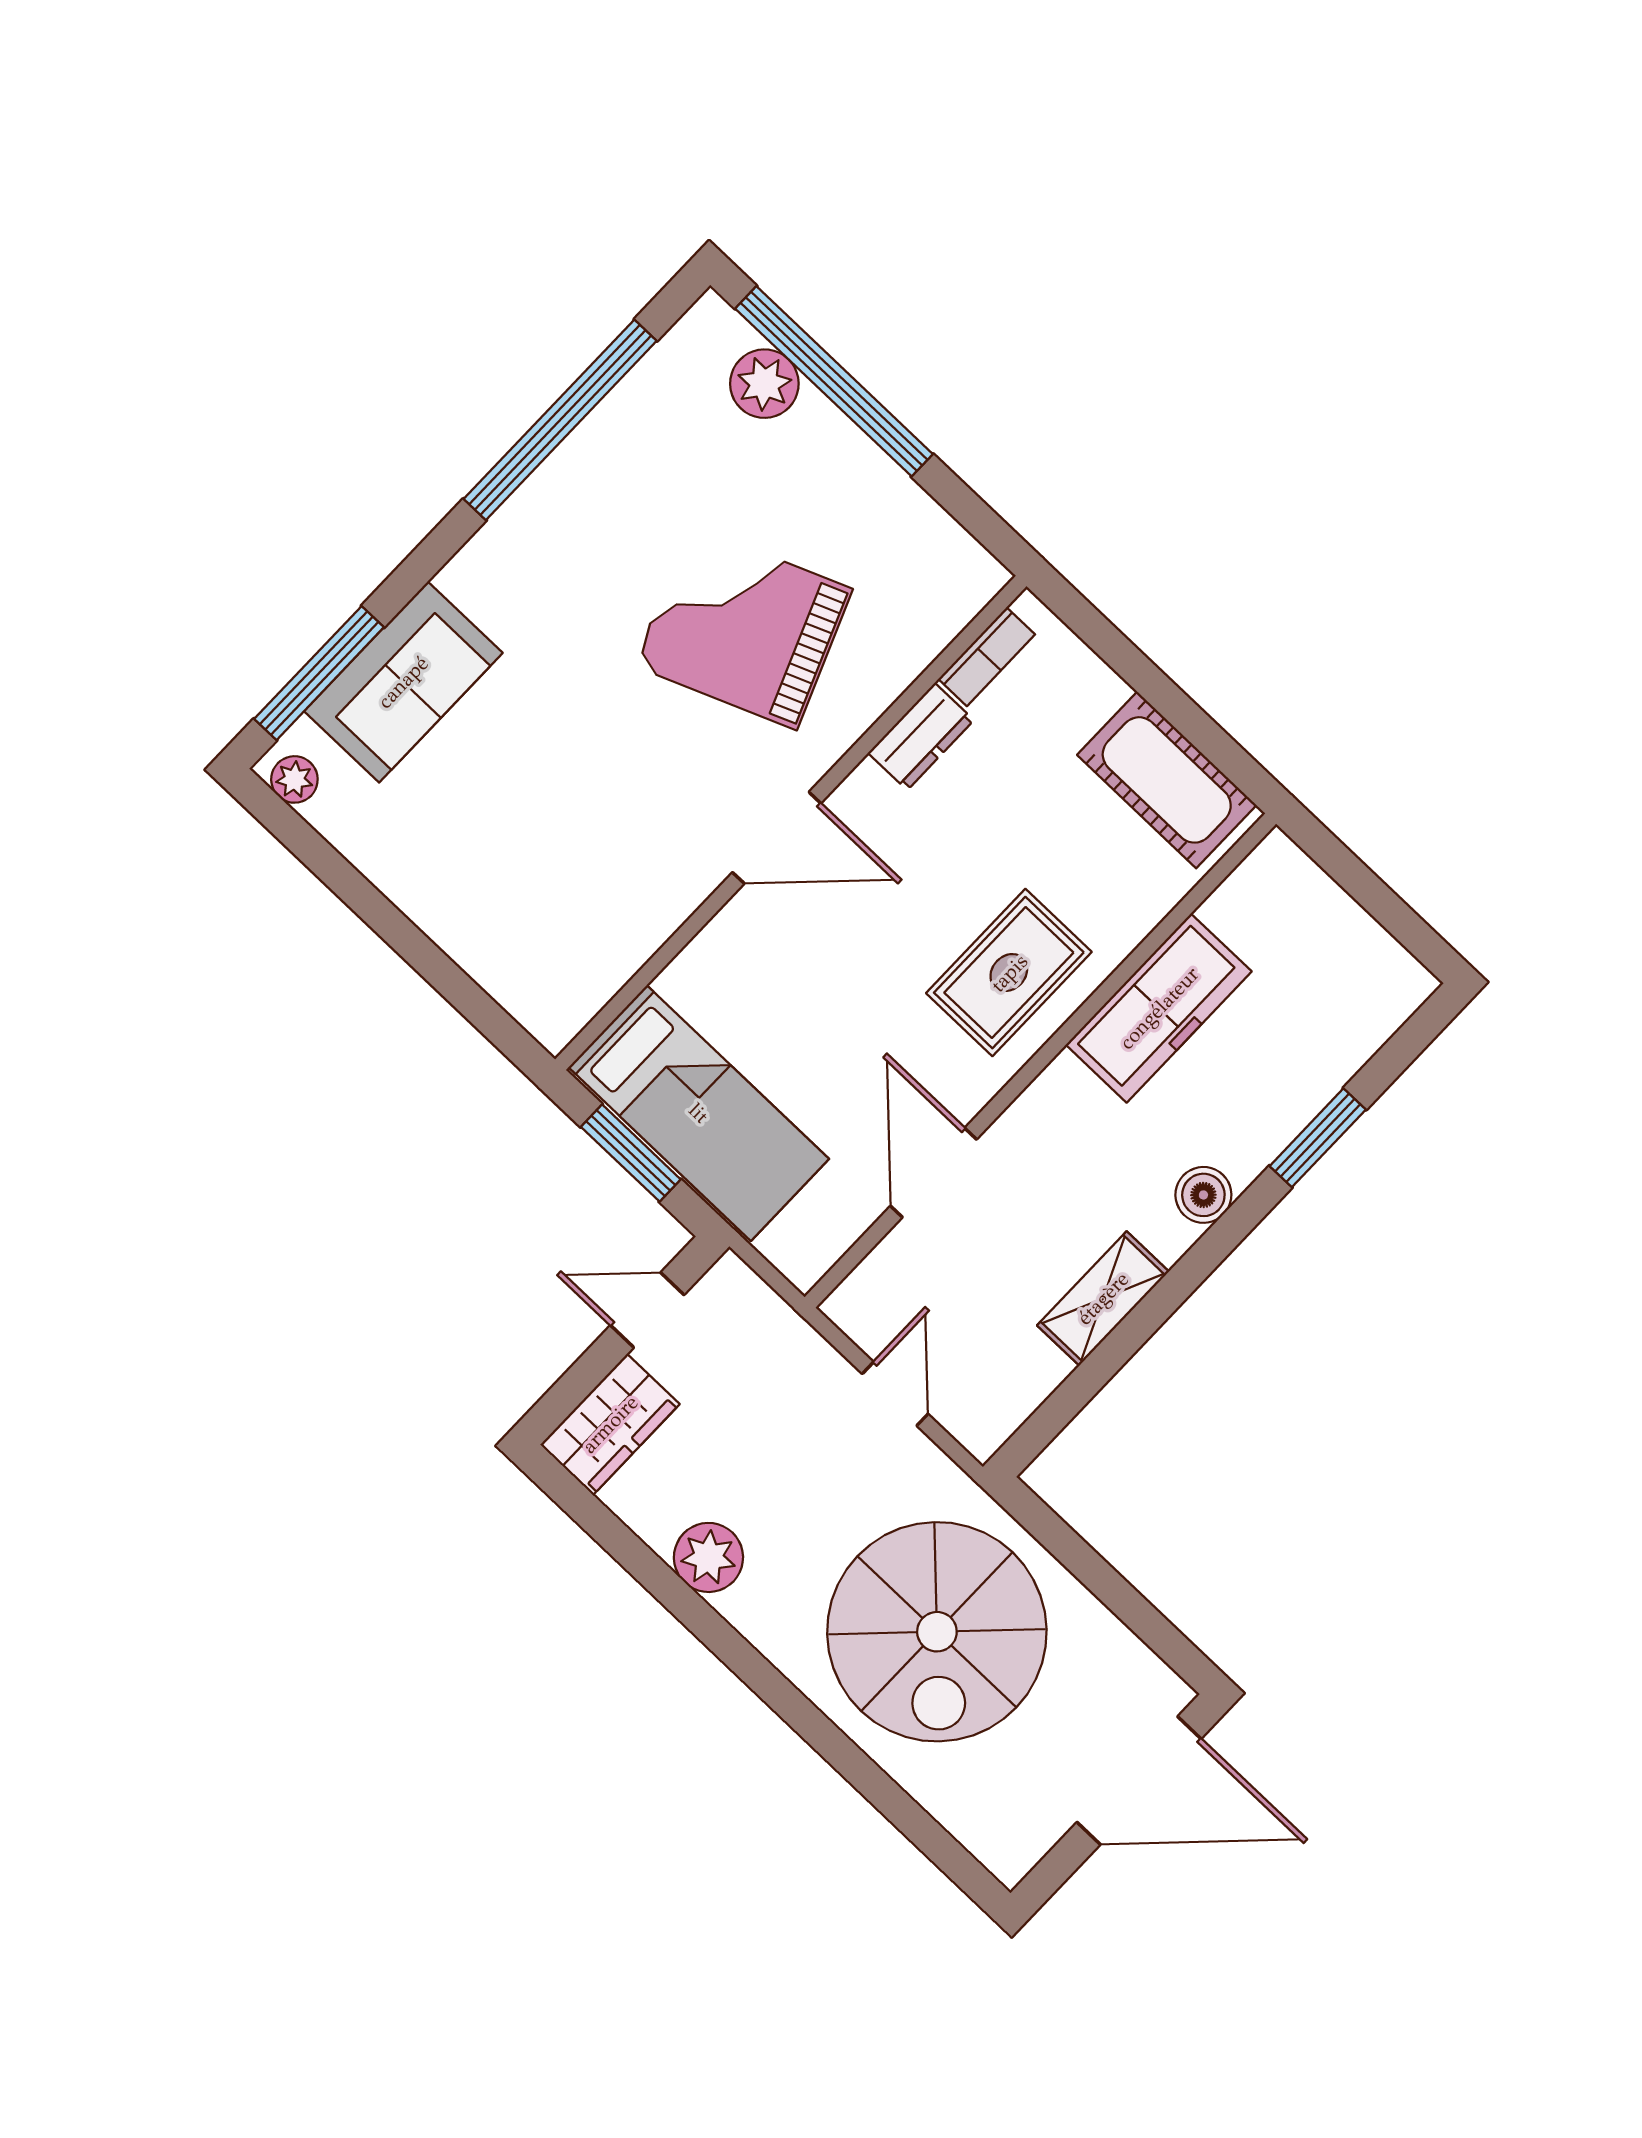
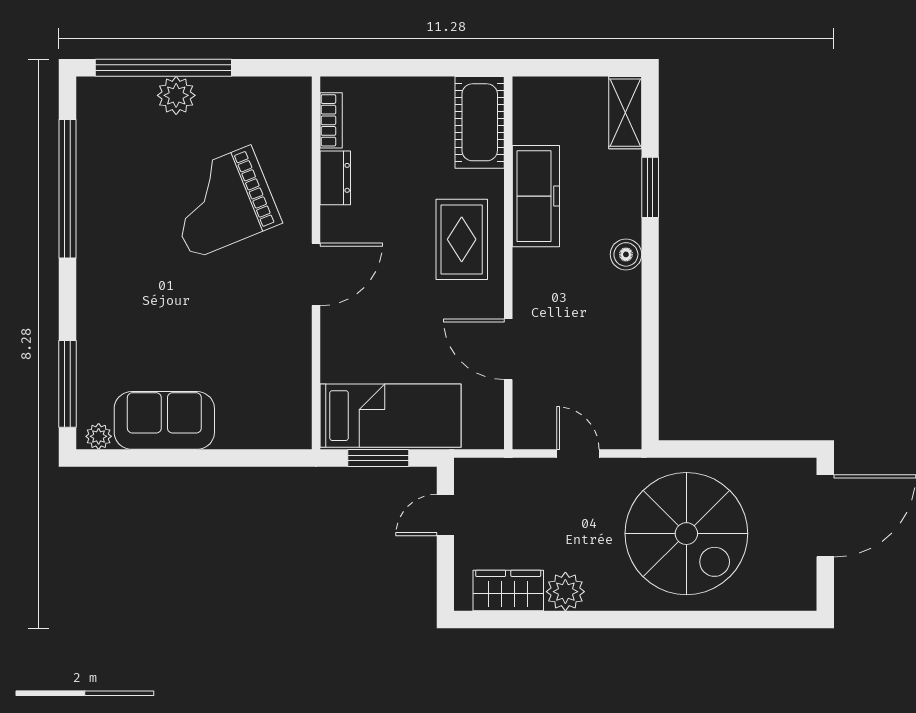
plant: (764, 384) -> (176, 95), moved
sofa: (403, 682) -> (164, 420), moved, turned -90
cot: (1167, 780) -> (480, 122), moved, turned 90
shelving: (1103, 1298) -> (625, 113), moved
wardrobe: (610, 1424) -> (508, 590), moved, turned -90

